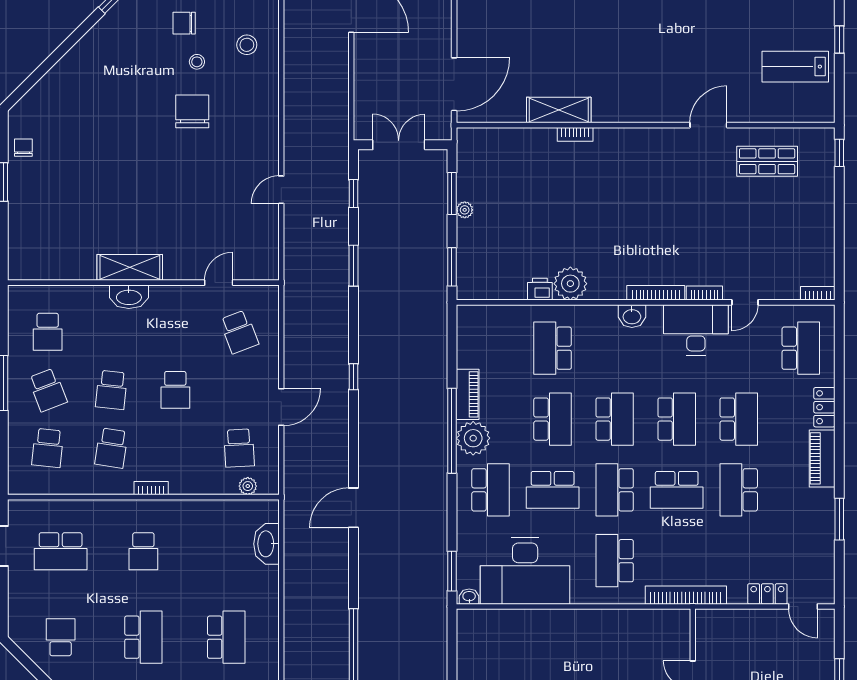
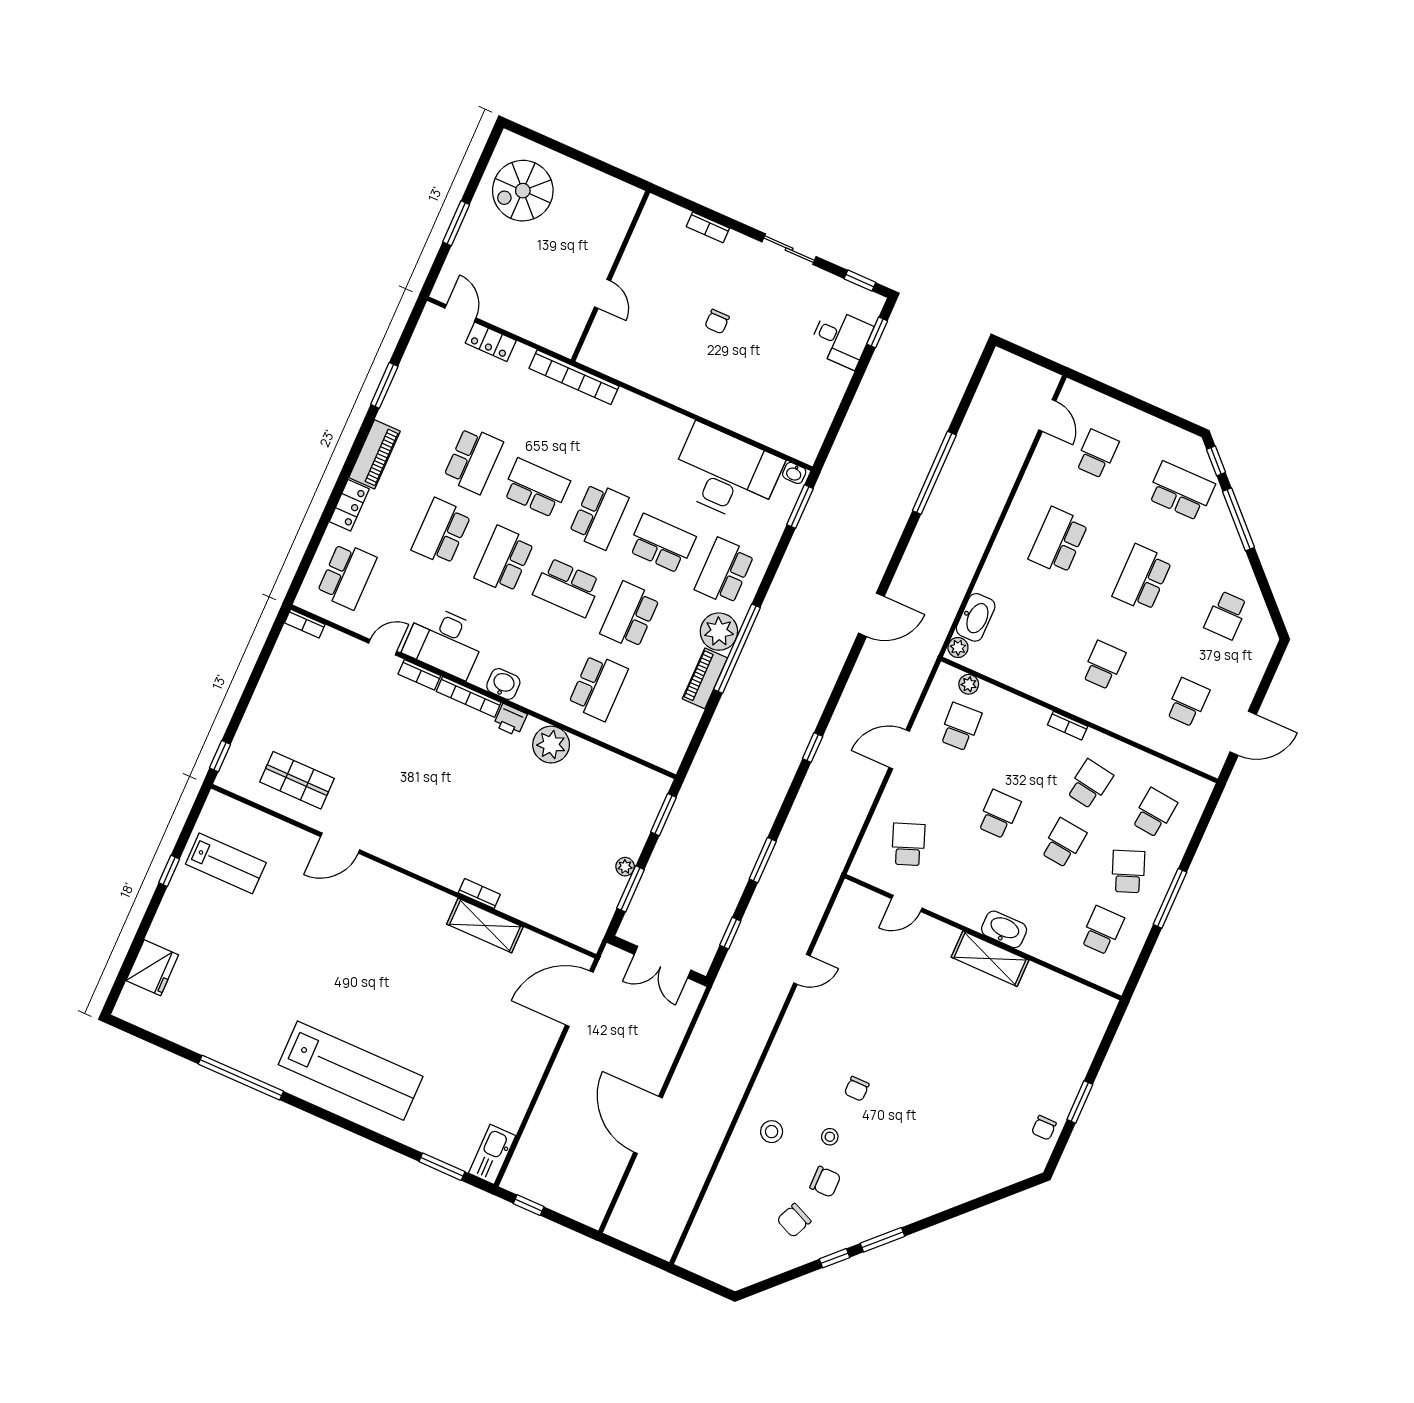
chair: (192, 111) -> (857, 1089), width x0.54, depth x0.54
printer: (540, 289) -> (510, 720), moved
school desk: (801, 348) -> (347, 576), turned 180
school desk: (615, 419) -> (567, 587), turned -90
plant: (270, 512) -> (958, 647), added
school desk: (61, 551) -> (1188, 702), width x0.54
school desk: (615, 561) -> (631, 444), removed

